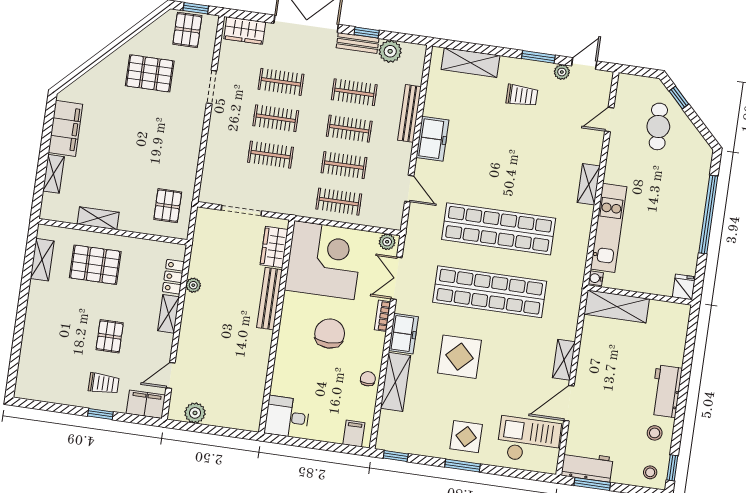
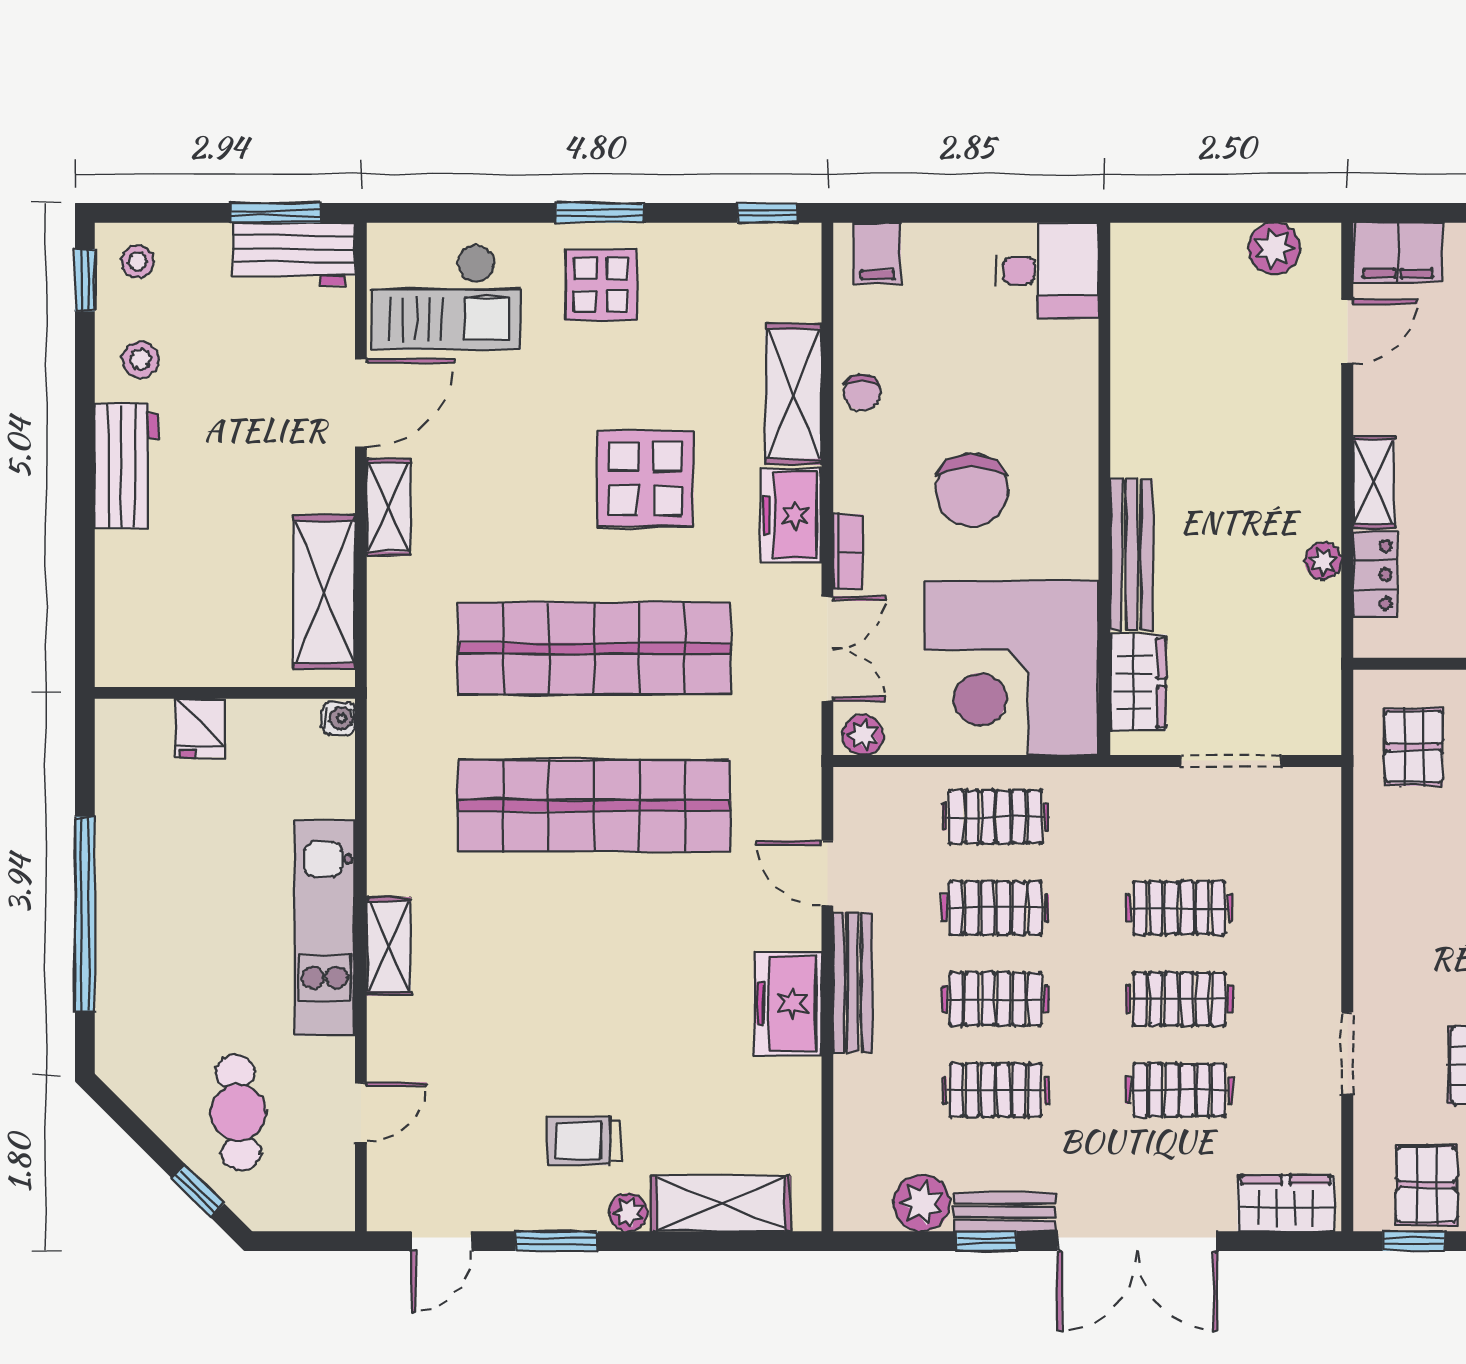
plant: (562, 72) -> (629, 1212), moved
bench: (410, 113) -> (853, 982), moved
kitchen unit: (609, 228) -> (325, 928), moved
fridge: (684, 287) -> (200, 728), moved
shelving: (617, 307) -> (324, 592), moved, turned 90

